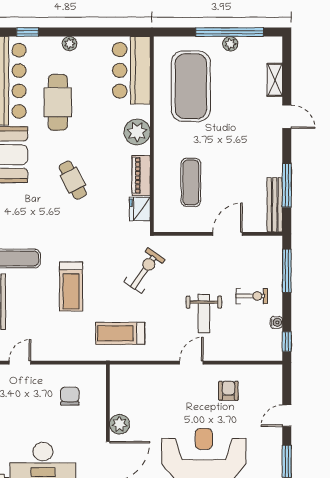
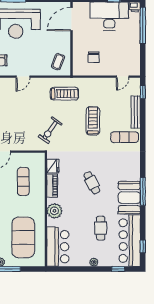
cafe table: (58, 102) -> (101, 228), width x0.73, depth x0.74
weight bench: (204, 314) -> (16, 105), removed
coffee table: (131, 388) -> (58, 62), added
plant: (120, 424) -> (65, 41), removed

